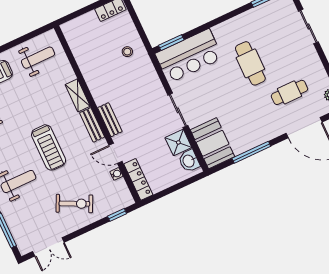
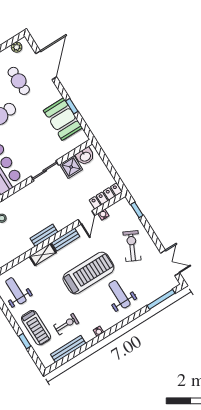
bench: (110, 120) -> (44, 235), moved
booth: (212, 143) -> (63, 119), moved, turned 90
treadmill: (49, 147) -> (88, 273), width x1.37, depth x1.38
window: (251, 152) -> (72, 106), width x0.46

